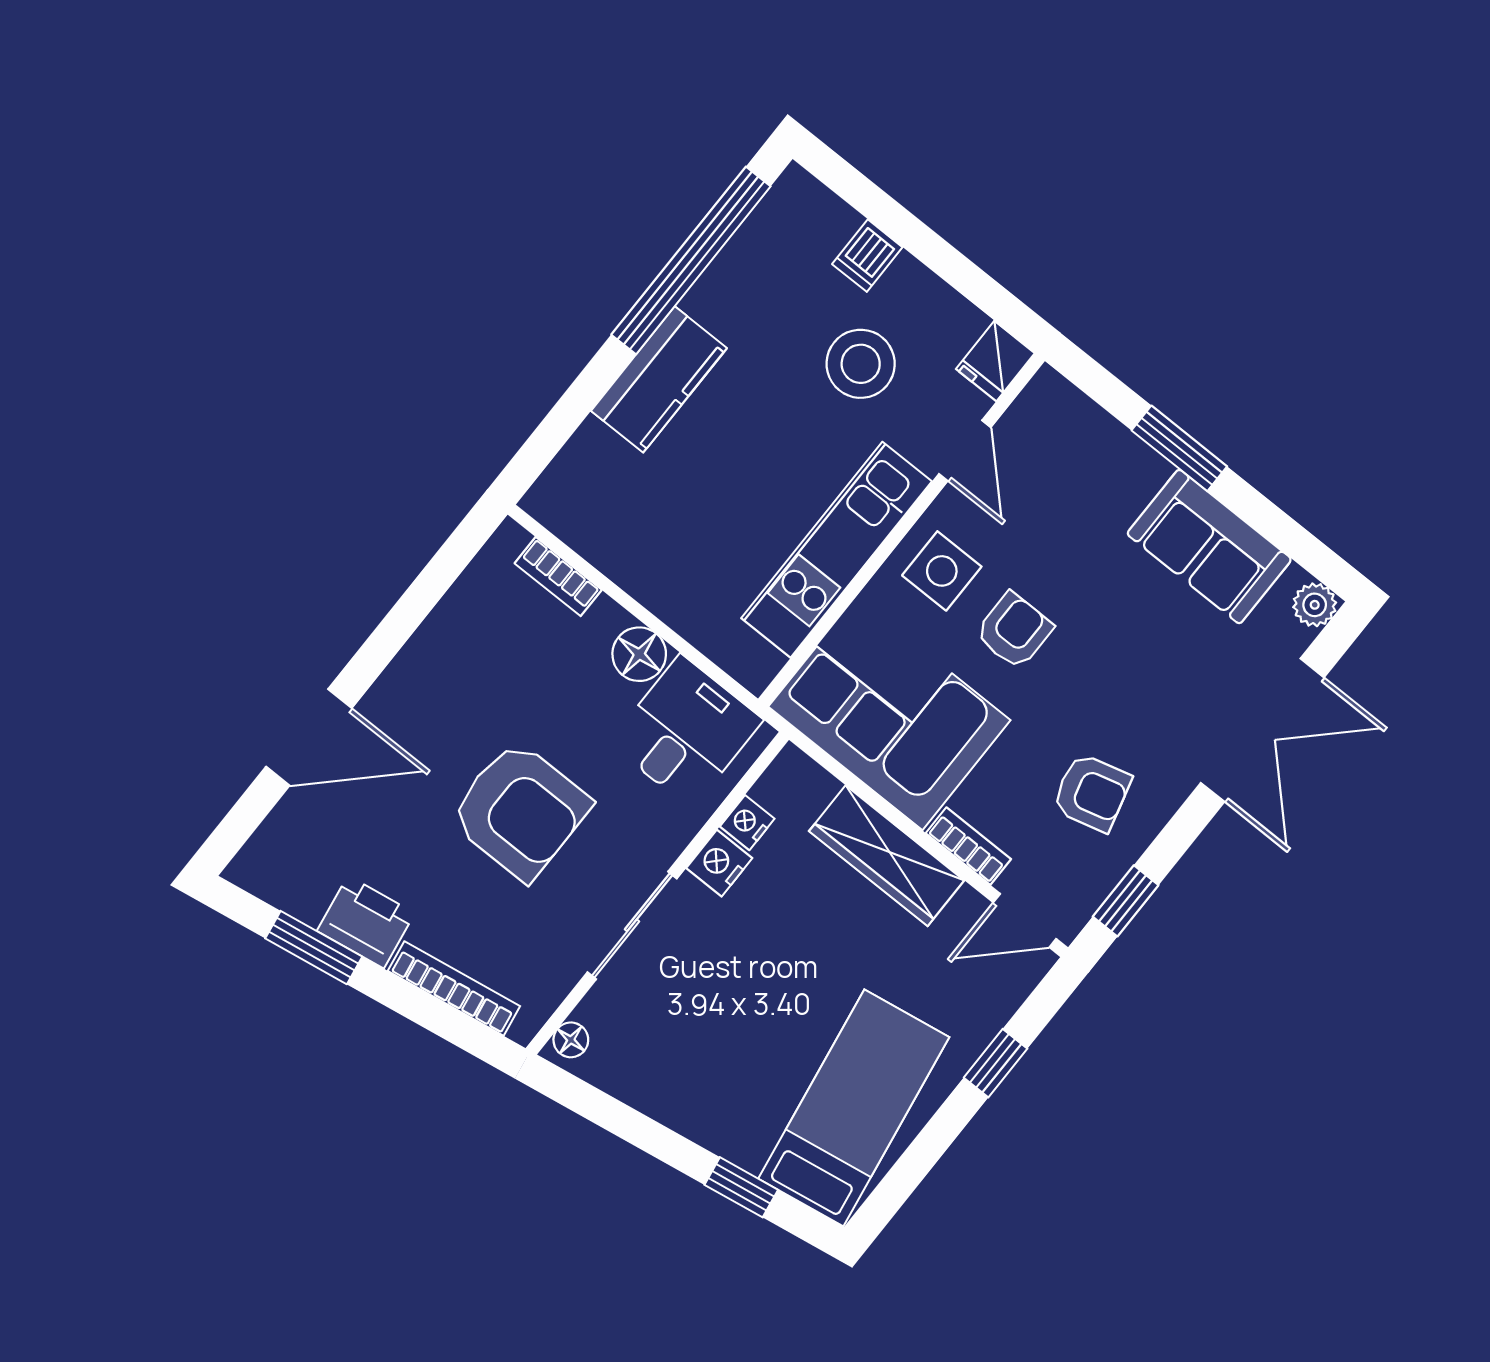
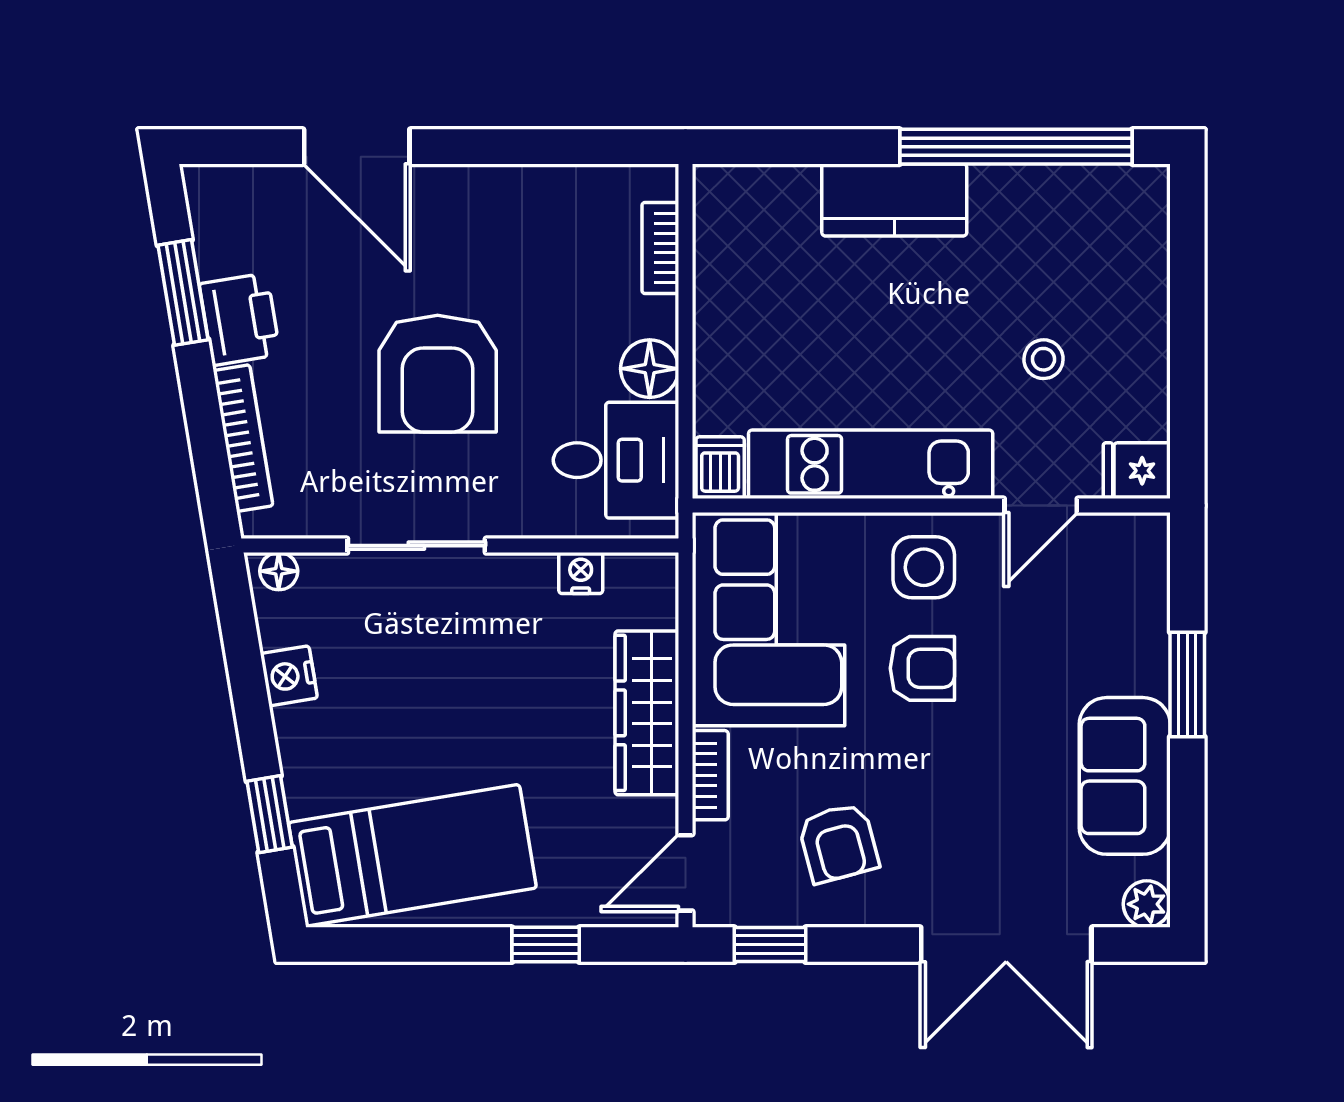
dishwasher: (867, 256) -> (720, 468), moved, turned 90
stool: (861, 364) -> (1043, 359), width x0.53, depth x0.53
nightstand: (719, 863) -> (289, 676), moved, turned -99
door: (1025, 920) -> (685, 873), hinge flipped

